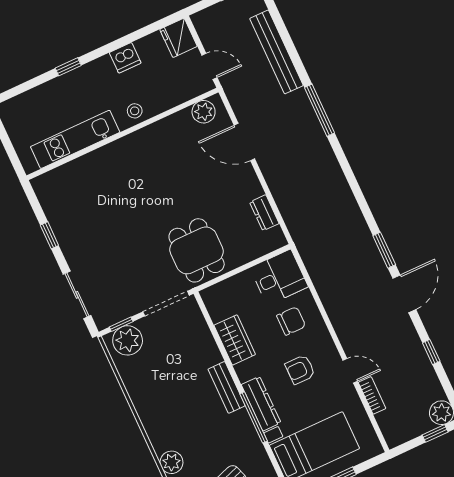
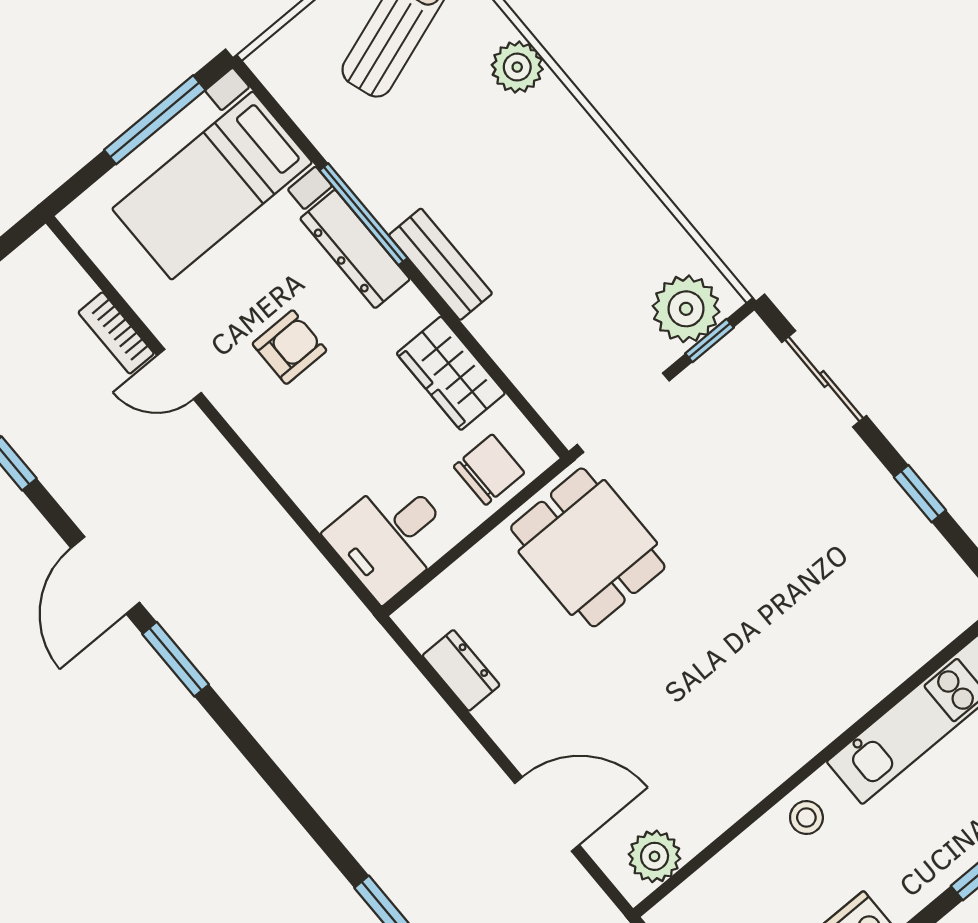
chair: (291, 321) -> (489, 470), moved, turned 180

